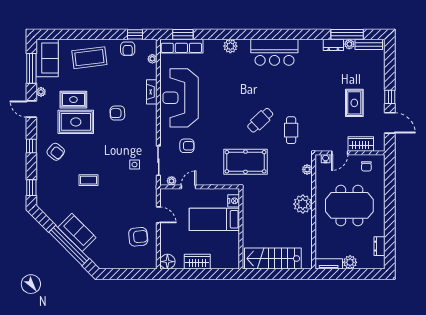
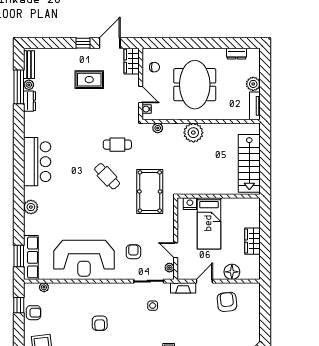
fireplace: (152, 92) -> (183, 288), moved
wardrobe: (361, 144) -> (132, 61), moved
floor lamp: (167, 262) -> (232, 272), moved

